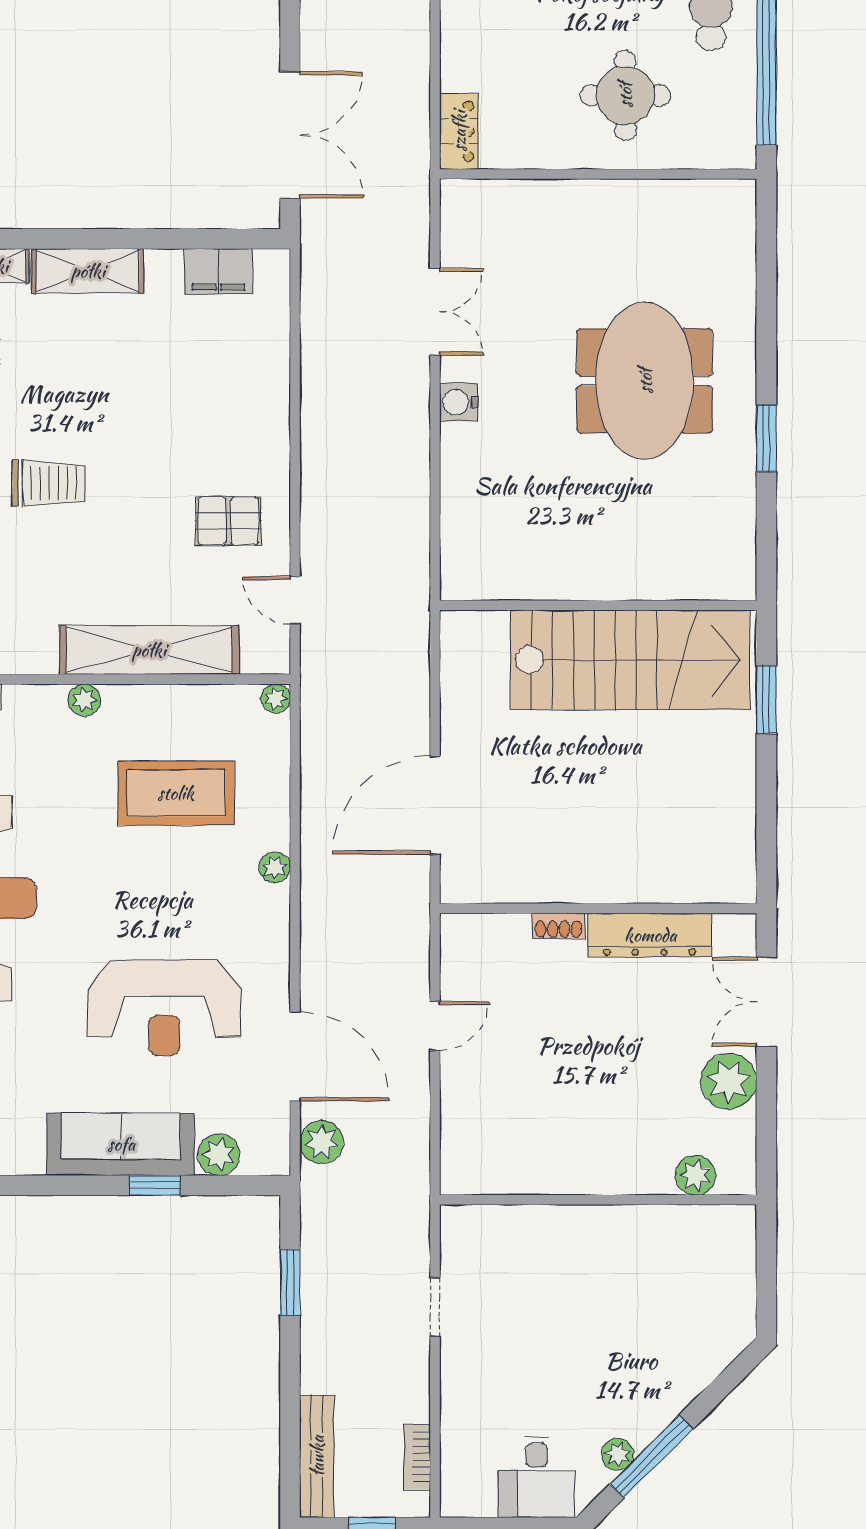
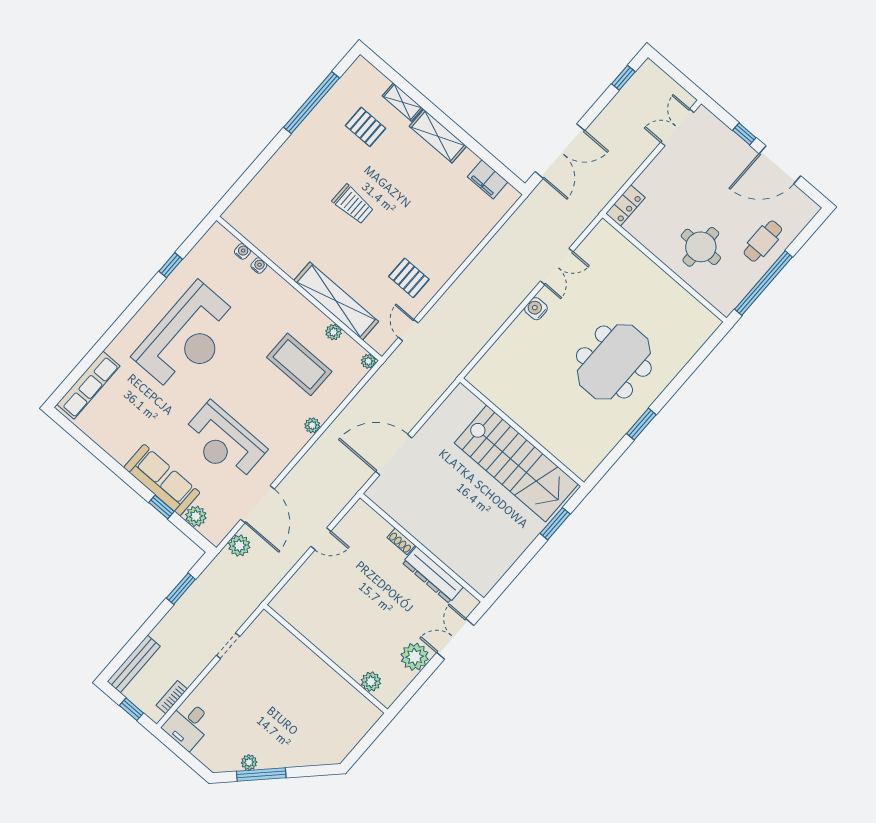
plant: (84, 700) -> (334, 332), moved
desk: (537, 1477) -> (188, 725), moved

